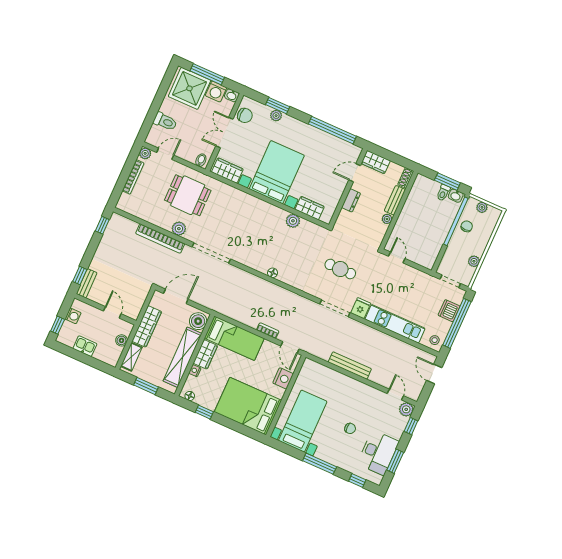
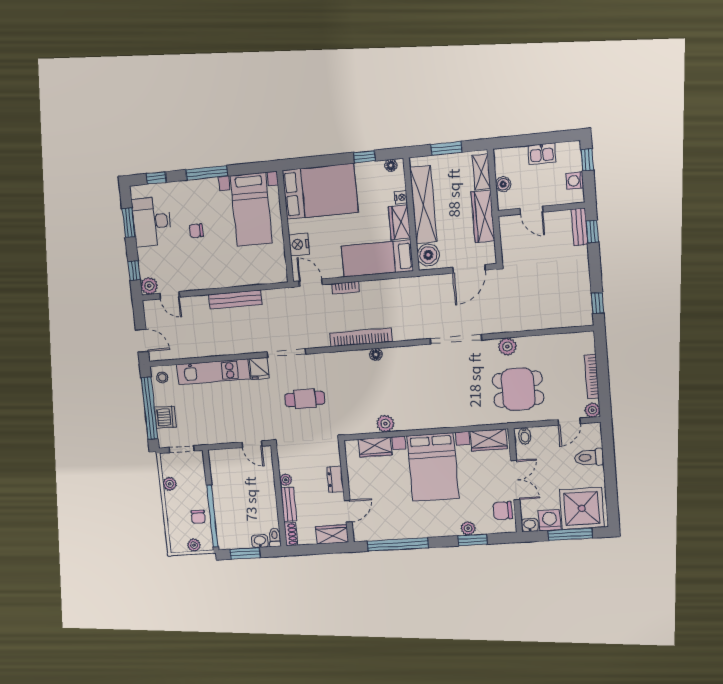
toilet: (443, 193) -> (275, 537), moved
washbasin: (456, 196) -> (260, 541), moved
bookcase: (160, 238) -> (361, 337), moved

